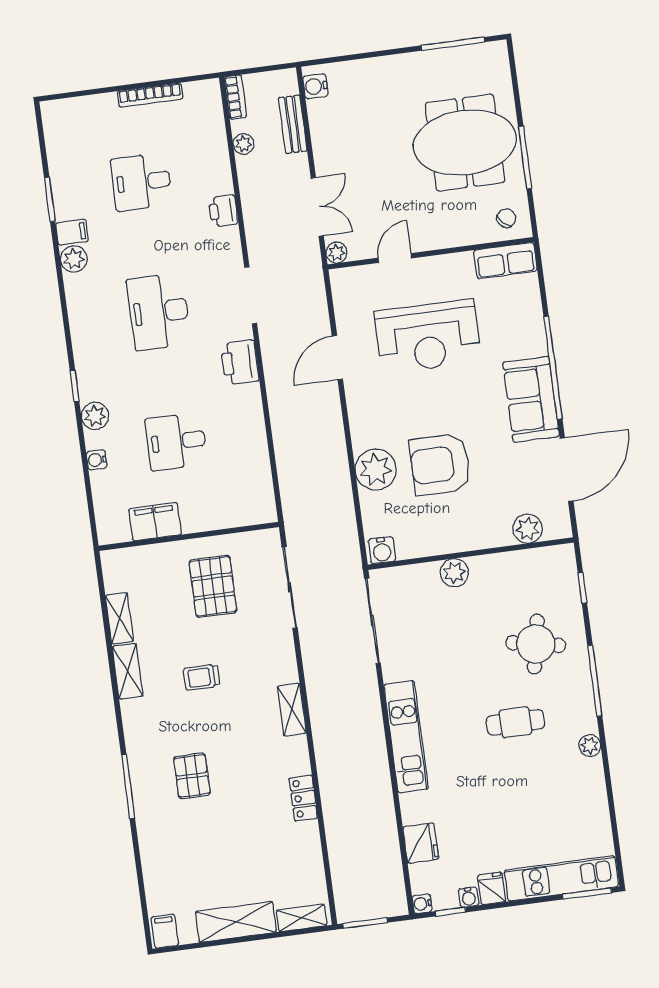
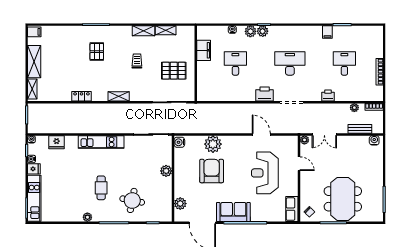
plant: (74, 259) -> (263, 31), moved
pallet: (192, 776) -> (97, 52), turned 90

